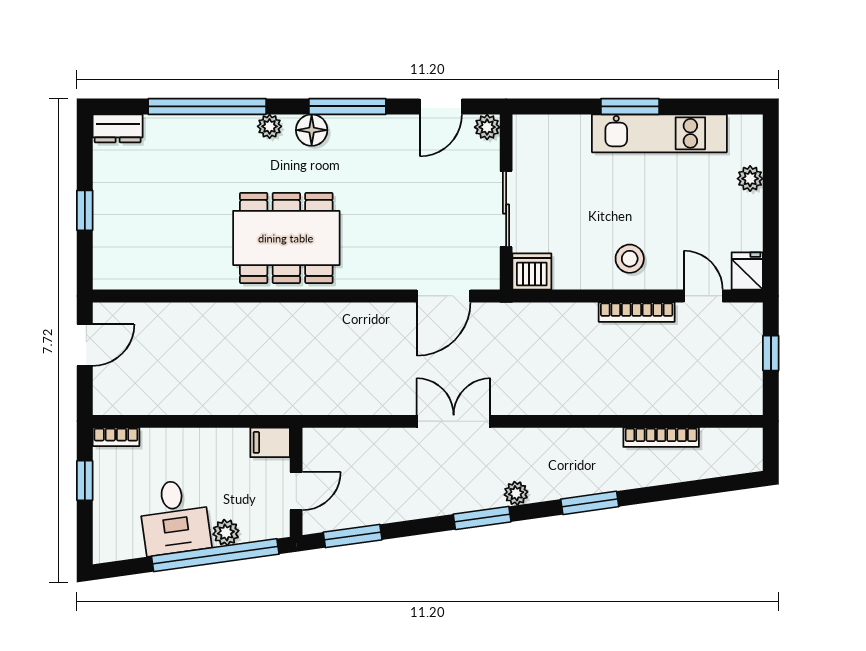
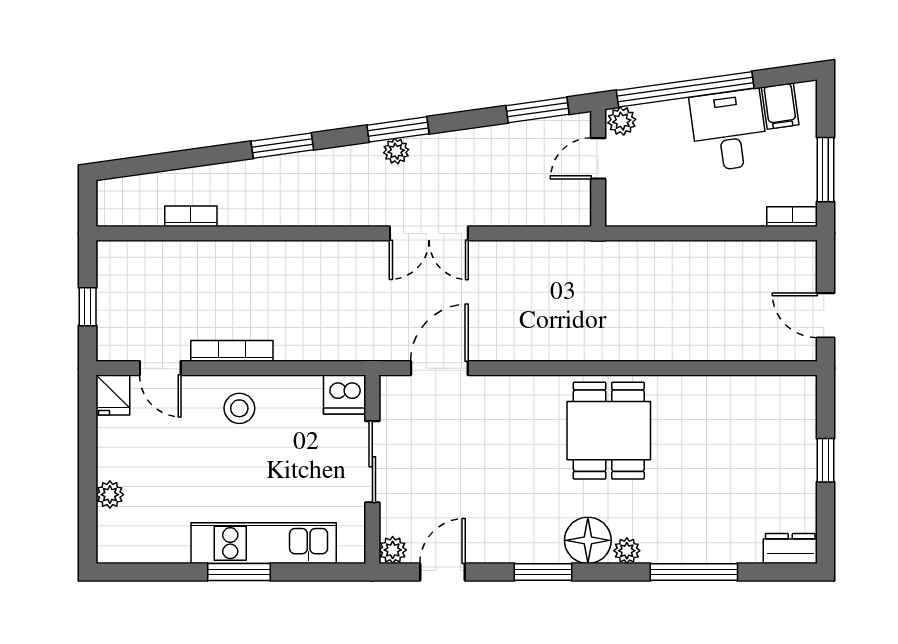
window: (207, 106) -> (694, 572), width x0.68
window: (347, 106) -> (543, 572), width x0.69
floor lamp: (312, 130) -> (588, 540), width x1.38, depth x1.38
kitchen unit: (659, 133) -> (264, 543), moved
dining table: (286, 238) -> (609, 431), width x0.73
door: (85, 345) -> (826, 315), hinge flipped
bookcase: (661, 437) -> (191, 216), width x0.64
filing cabinet: (270, 442) -> (780, 106), moved, turned 82
window: (85, 481) -> (826, 170), width x1.50
plant: (516, 493) -> (396, 151), moved
plant: (226, 532) -> (622, 121), moved

